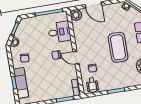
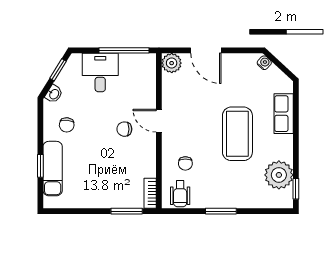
desk: (59, 32) -> (100, 72), moved, turned -90
door: (76, 58) -> (159, 121), moved

